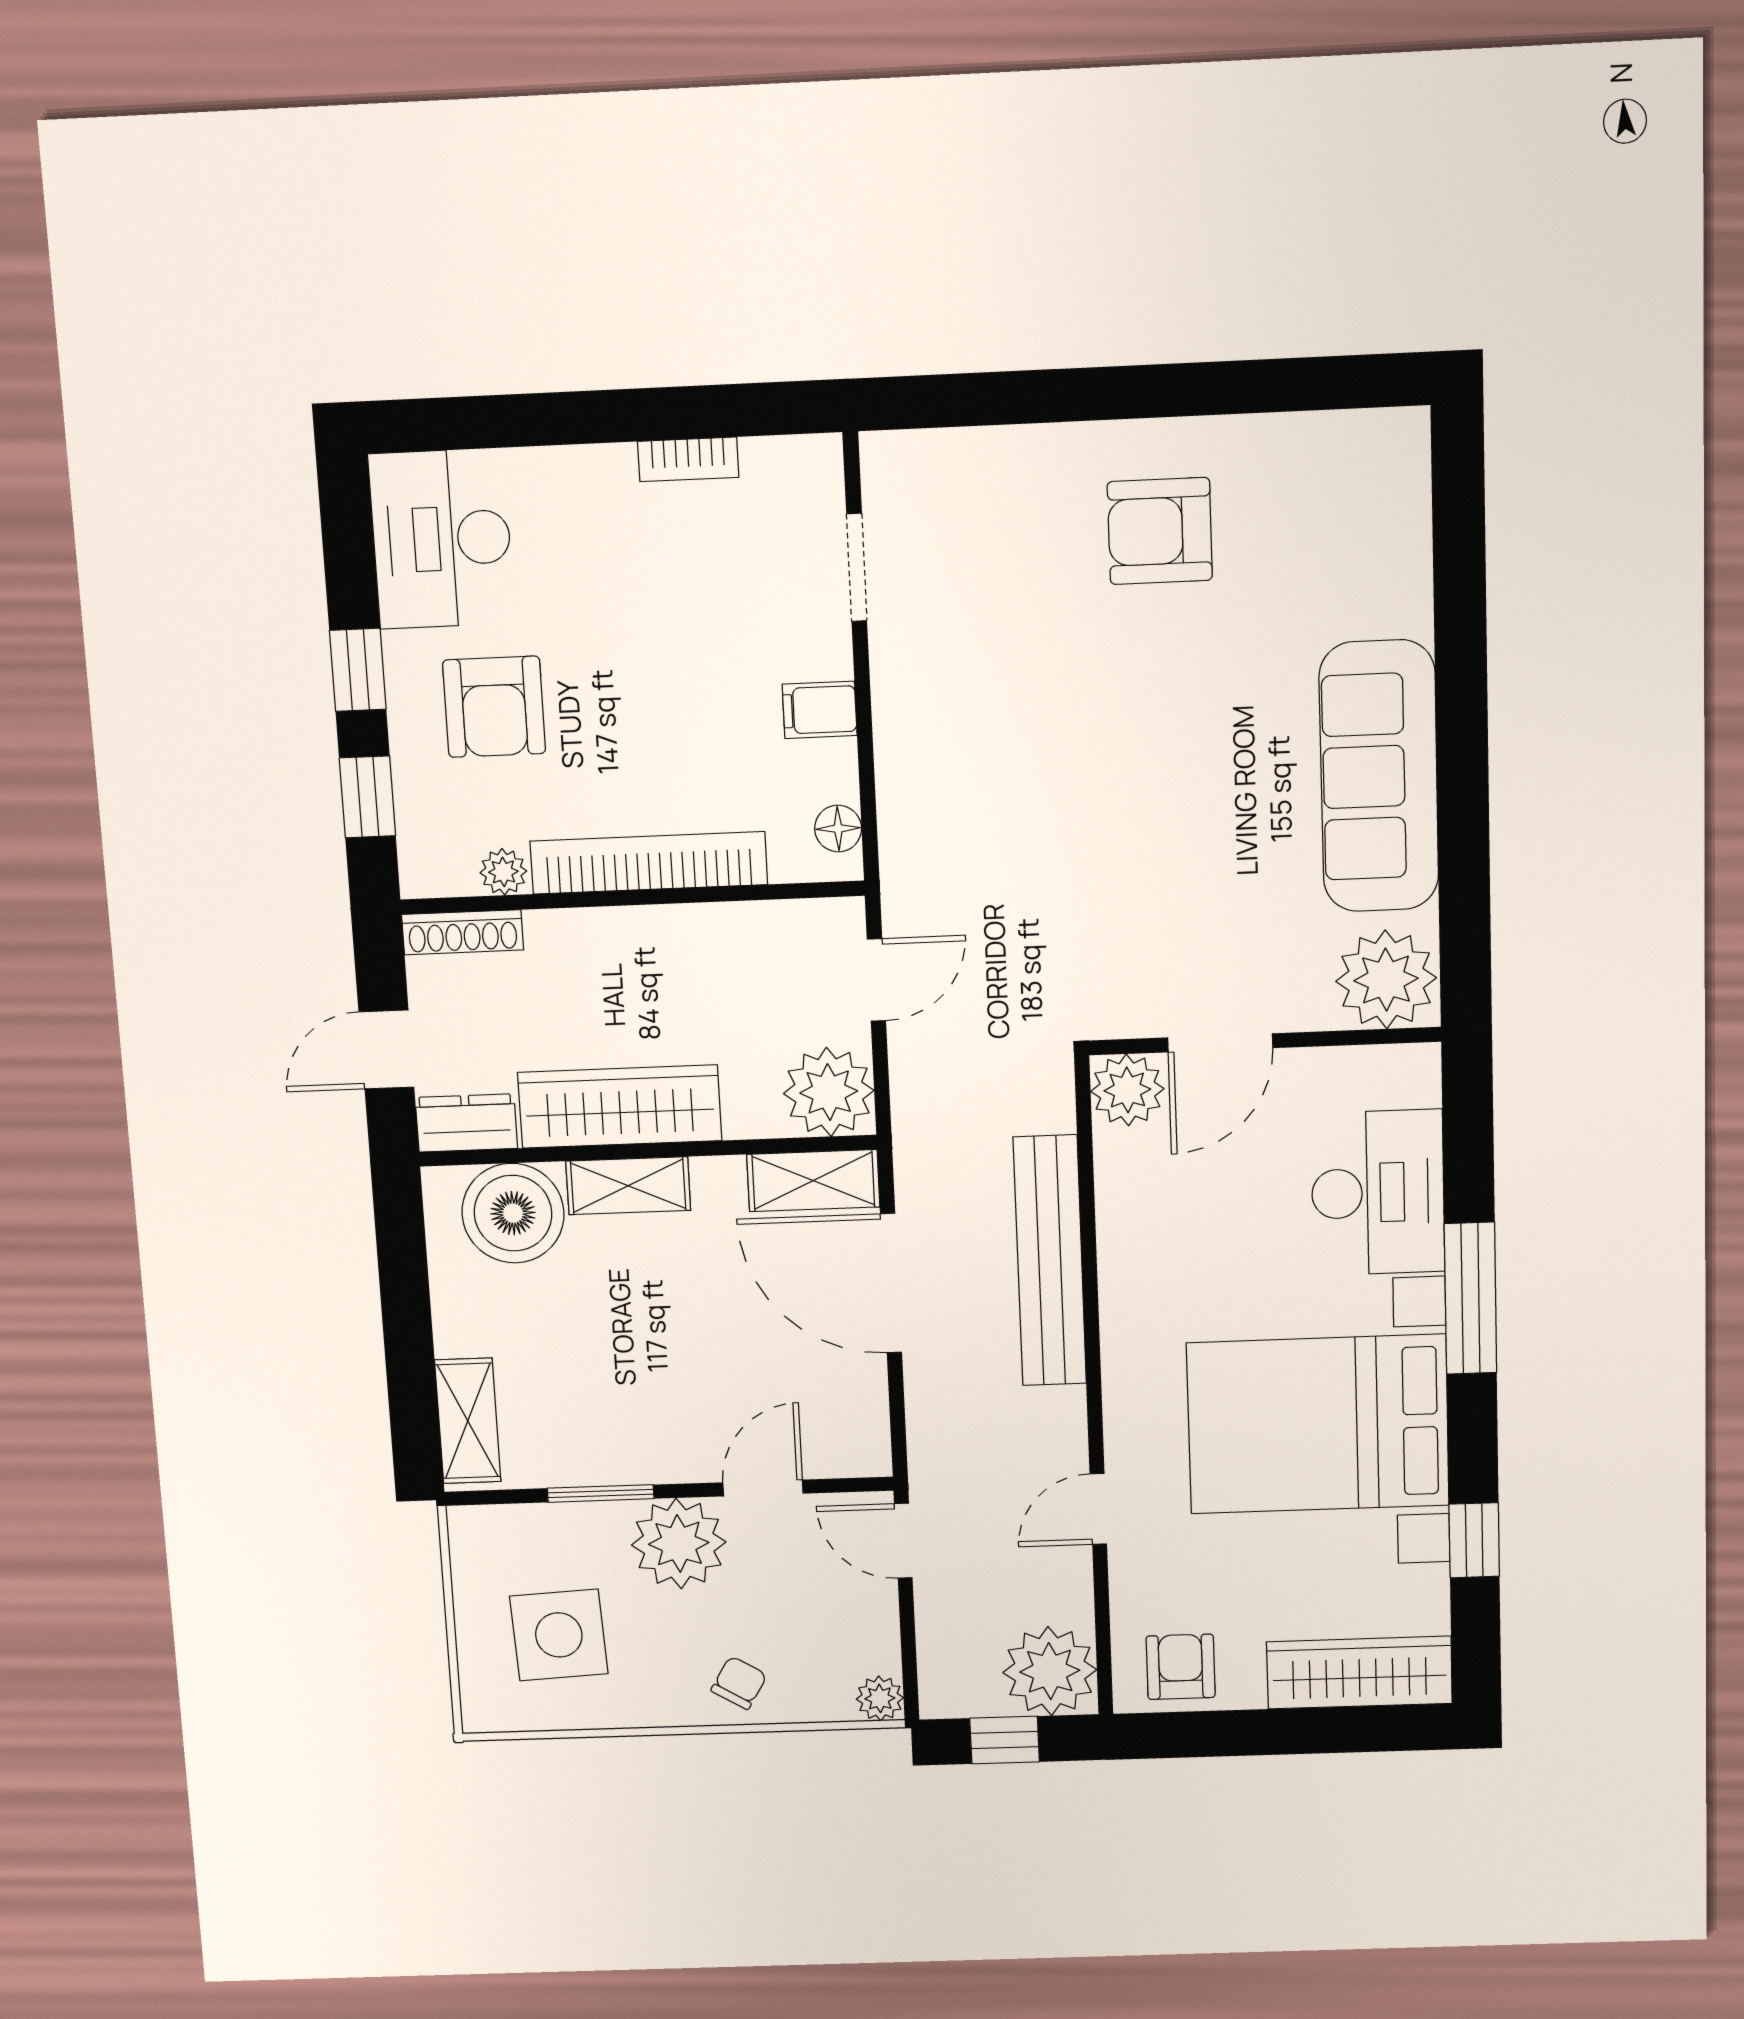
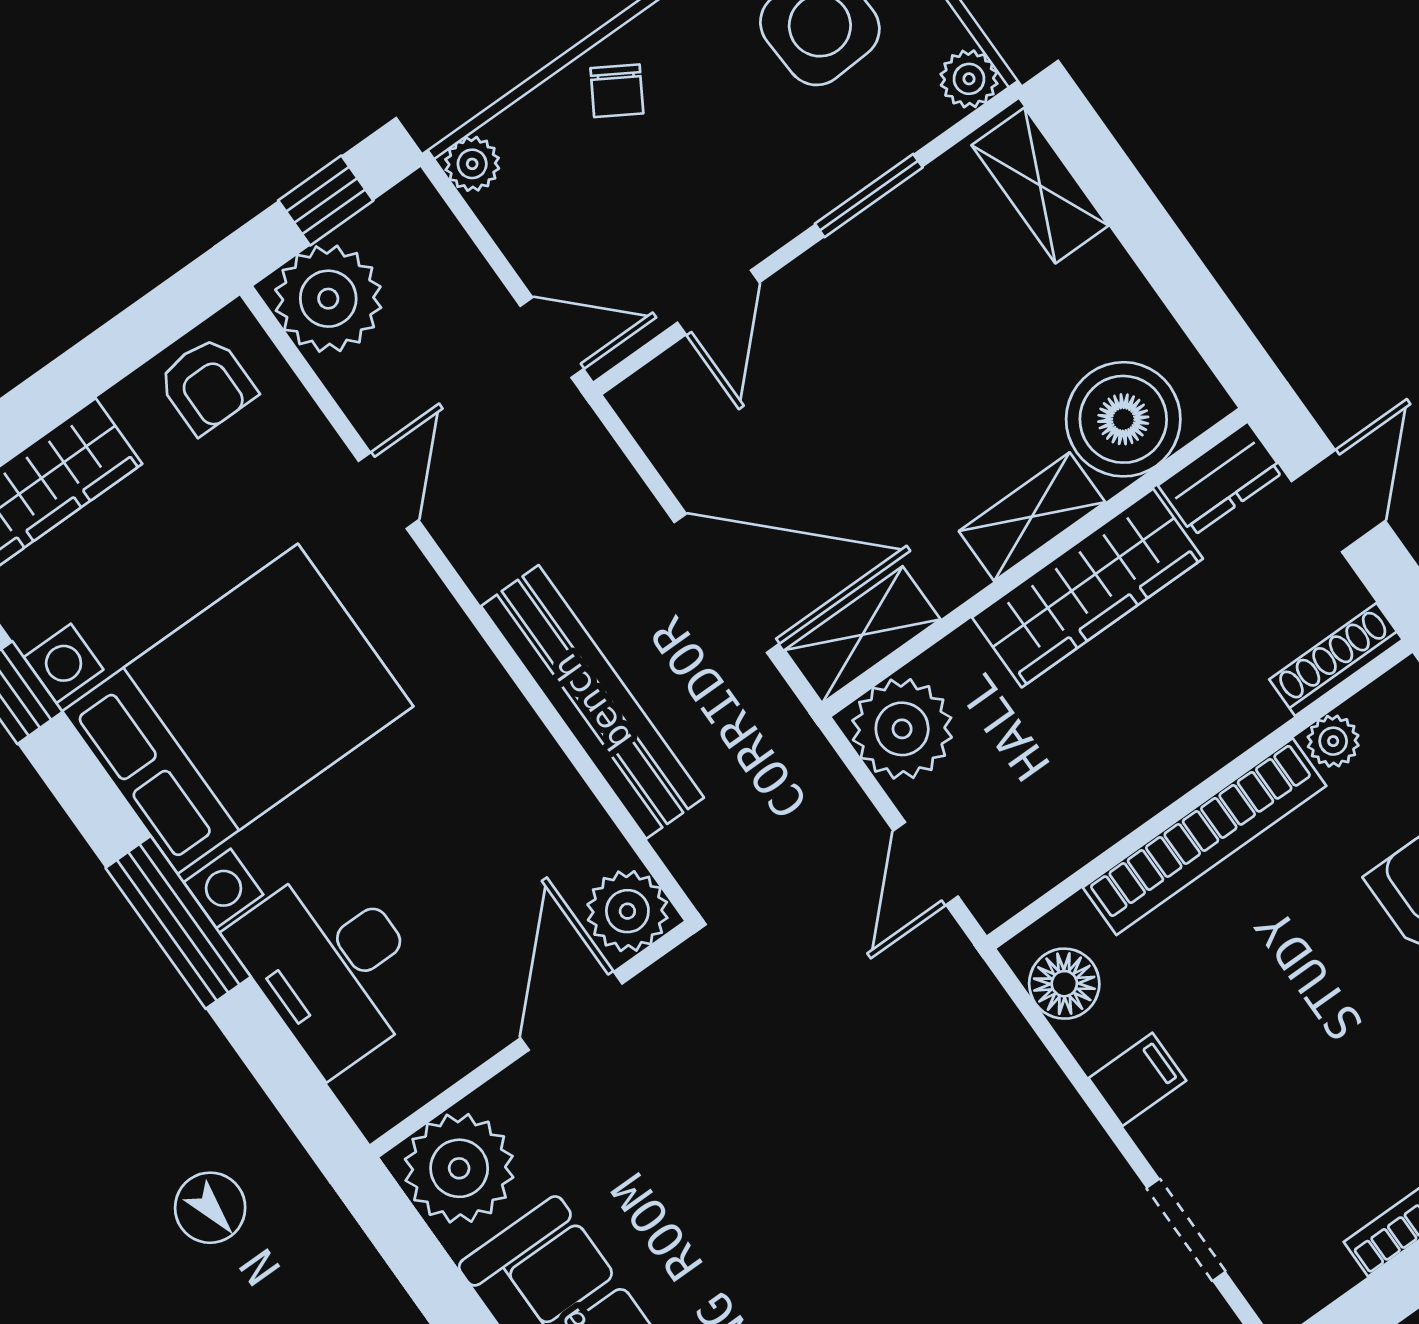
floor lamp: (838, 829) -> (1064, 984), width x1.37, depth x1.37
plant: (679, 1543) -> (969, 79), moved, width x0.53, depth x0.53

